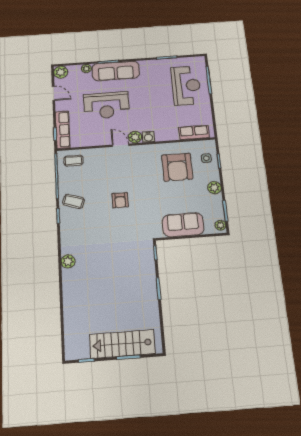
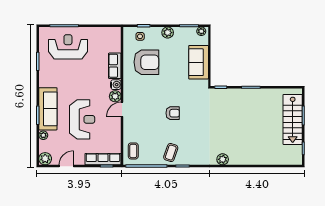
row of seats: (194, 132) -> (115, 66), moved

